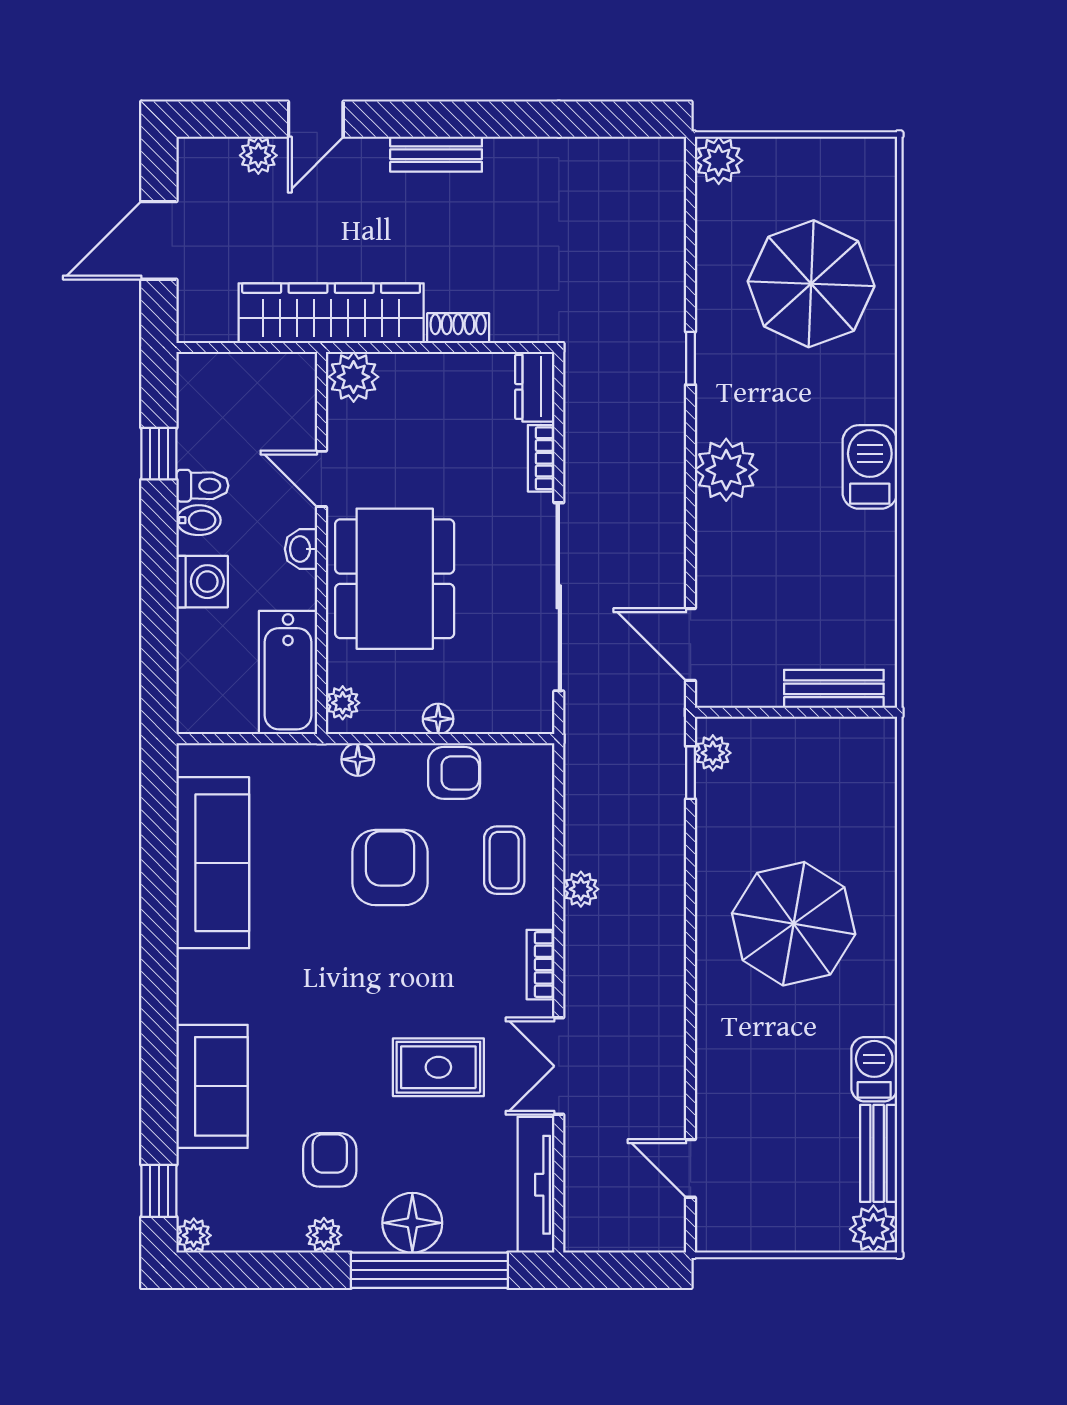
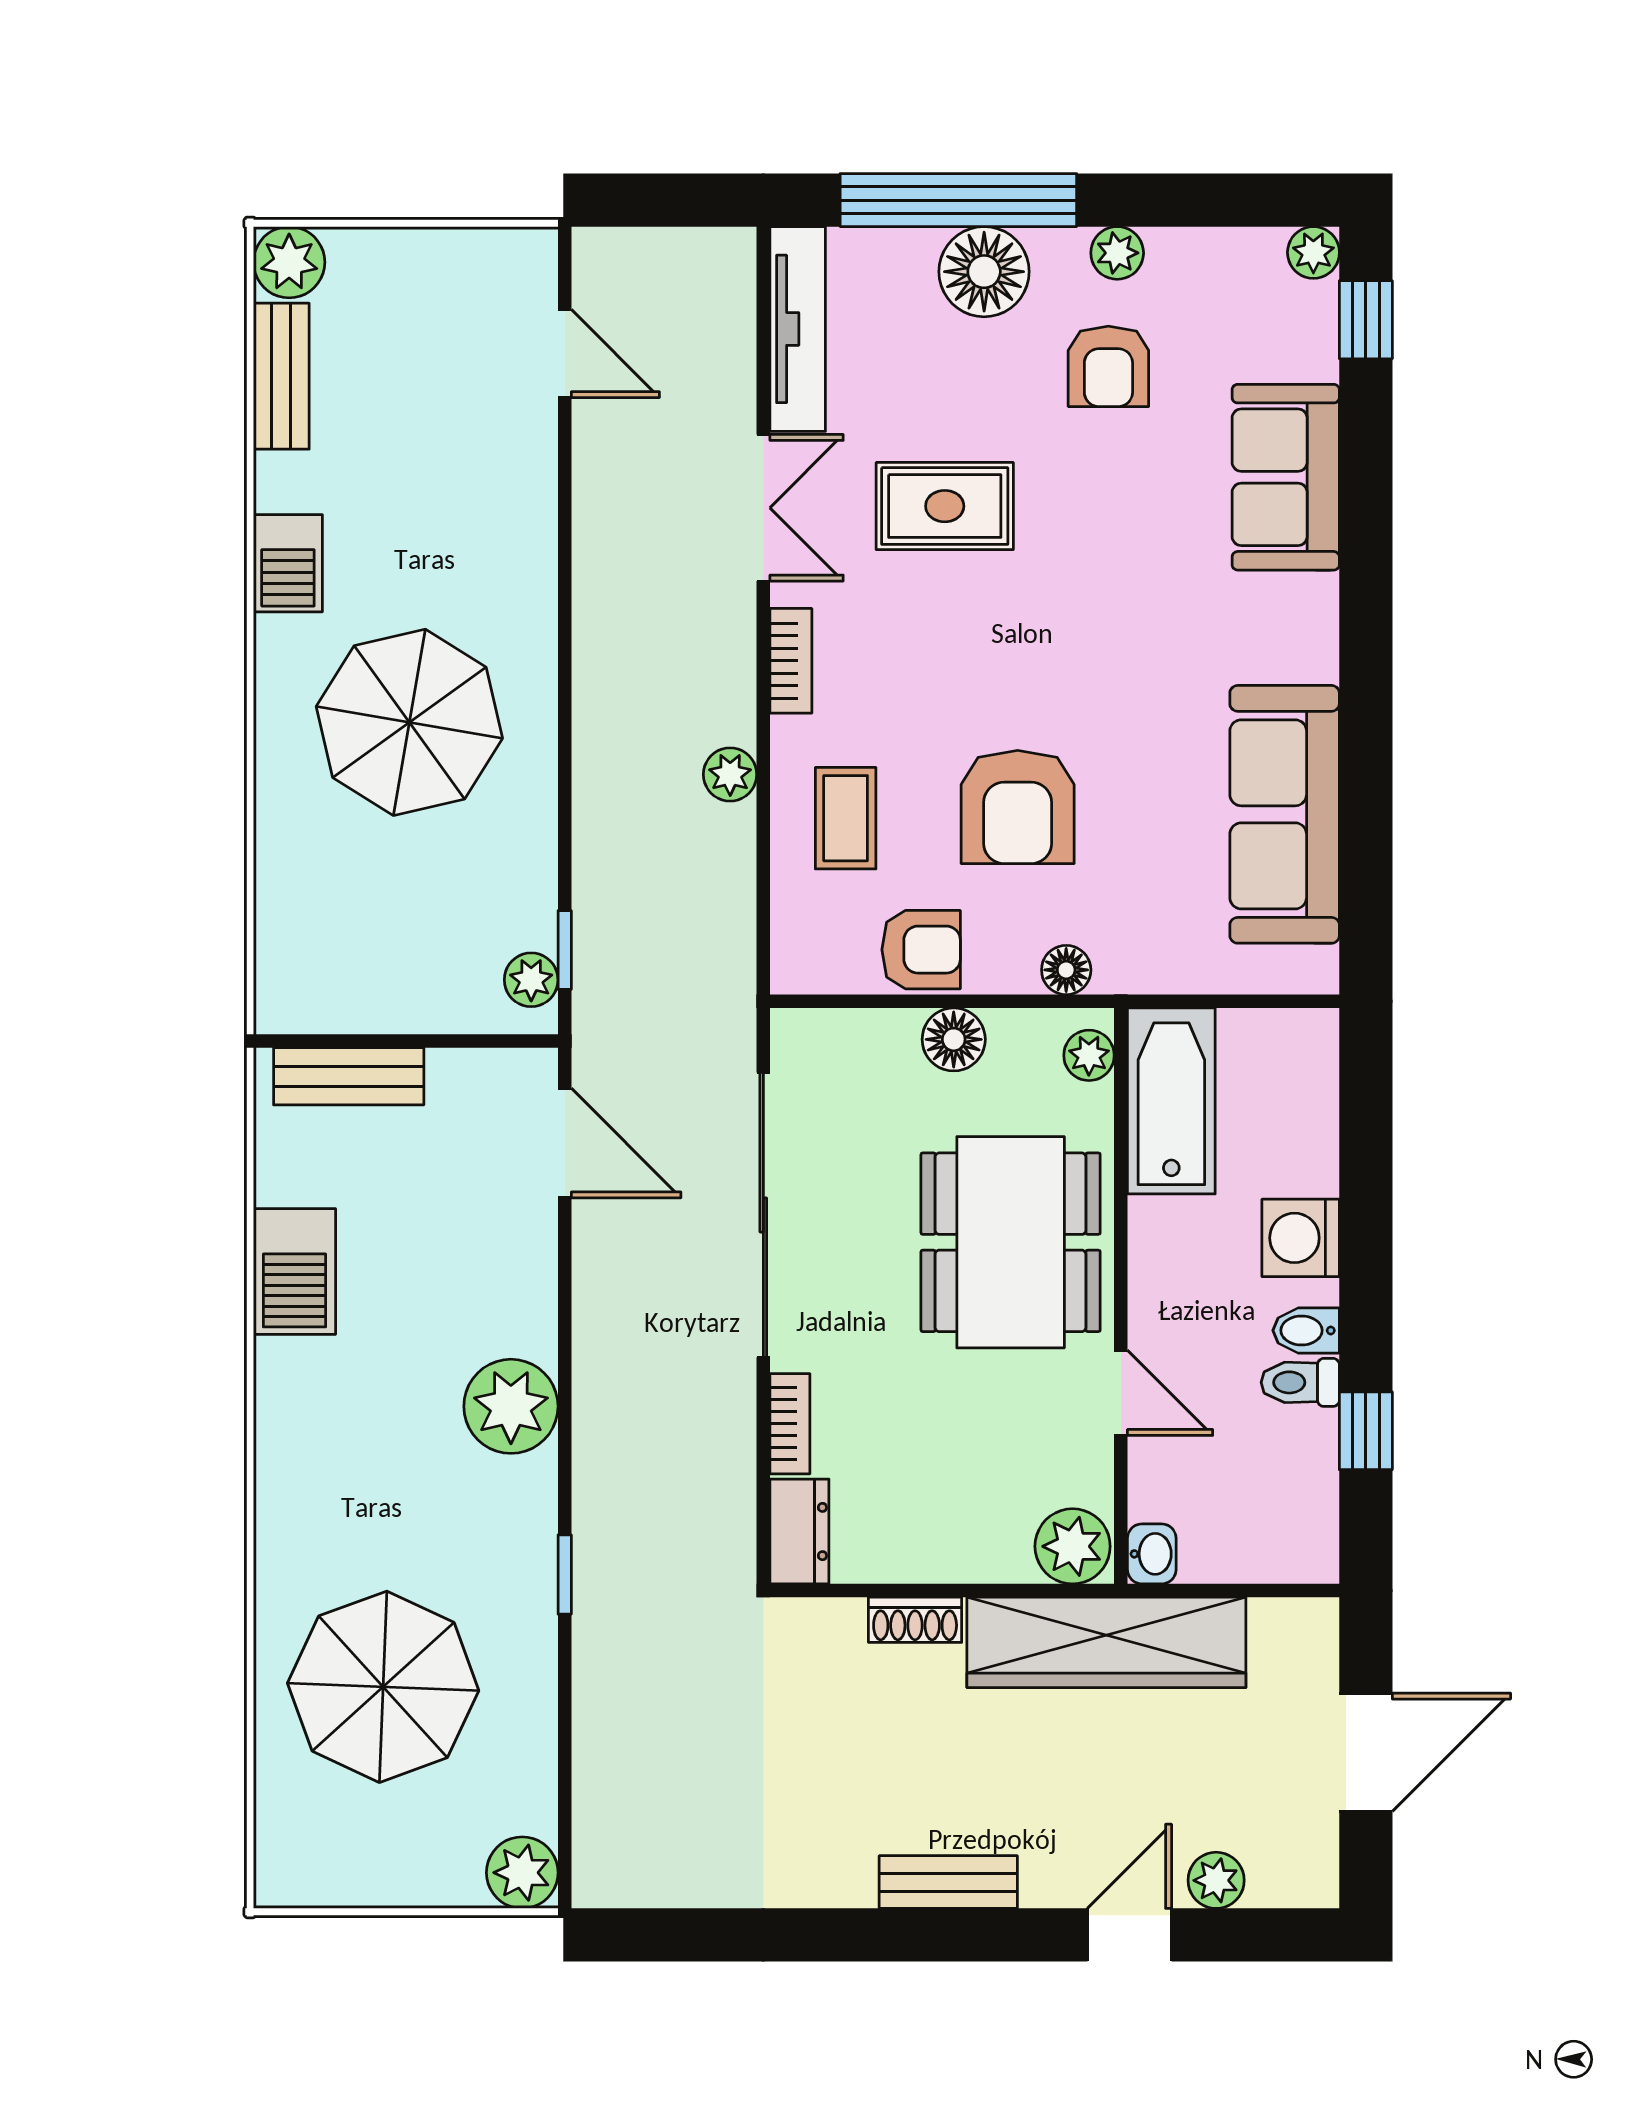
barbecue: (870, 467) -> (295, 1272), moved
washbasin: (301, 549) -> (1152, 1554), moved
floor lamp: (438, 719) -> (954, 1039), width x1.37, depth x1.37
armchair: (454, 773) -> (921, 950), turned 180
barbecue: (874, 1069) -> (288, 563), moved

